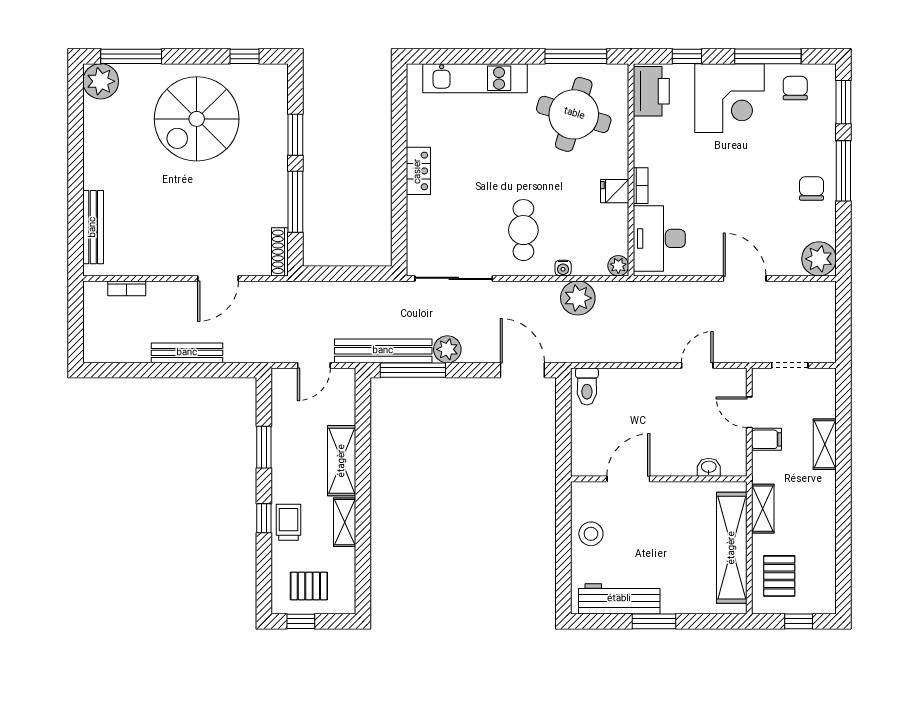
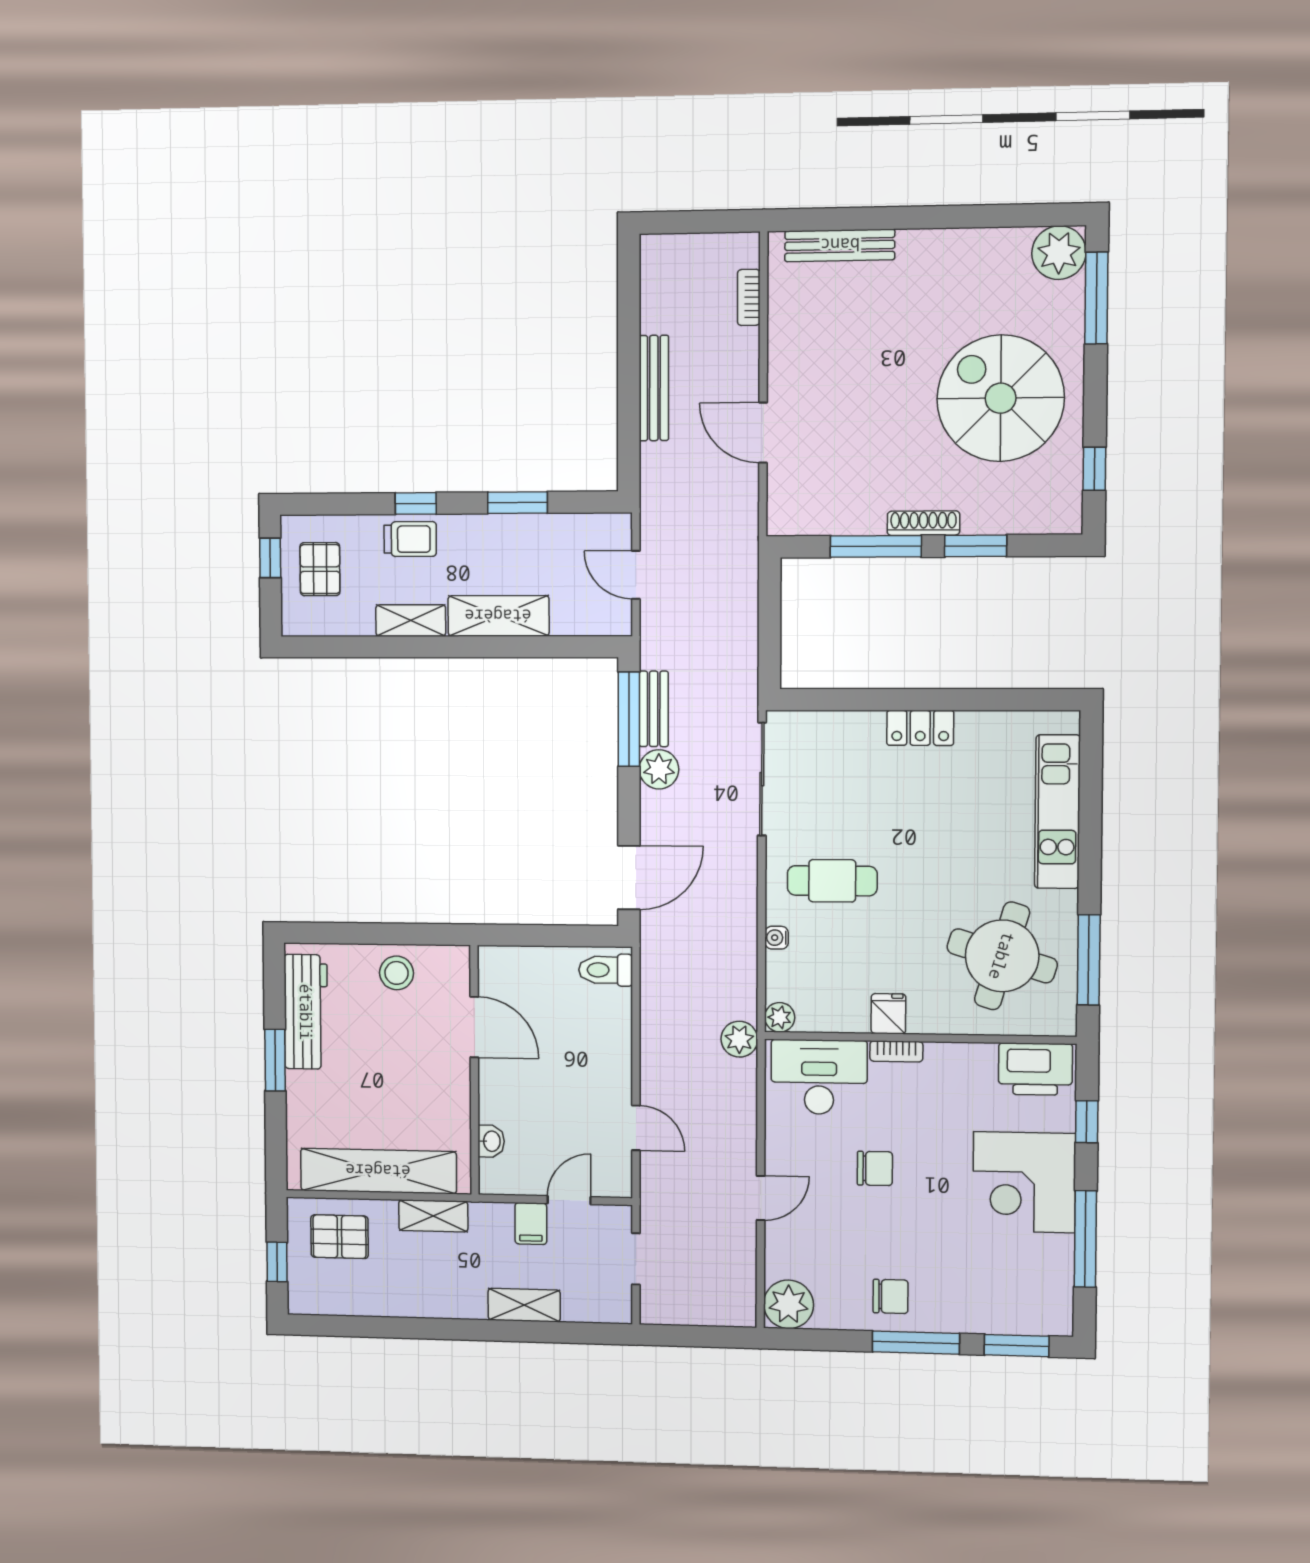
chair: (795, 88) -> (875, 1168), moved
shoe rack: (280, 252) -> (923, 523), moved
door: (745, 278) -> (761, 1198), width x0.73
plant: (578, 298) -> (739, 1039), moved, width x0.73, depth x0.73
bench: (383, 351) -> (654, 709), width x0.54, depth x0.82

